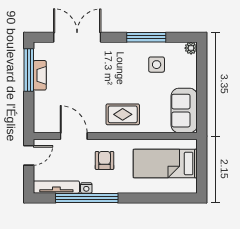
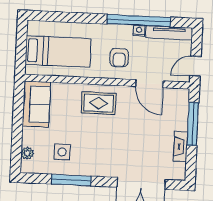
plant: (191, 48) -> (27, 153), moved
window: (29, 70) -> (193, 124), moved

